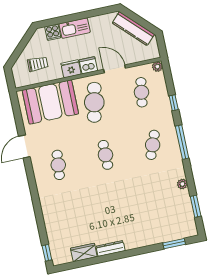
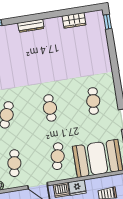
cafe table: (94, 102) -> (58, 156), width x0.73, depth x0.74
dresser: (111, 248) -> (31, 26), moved

